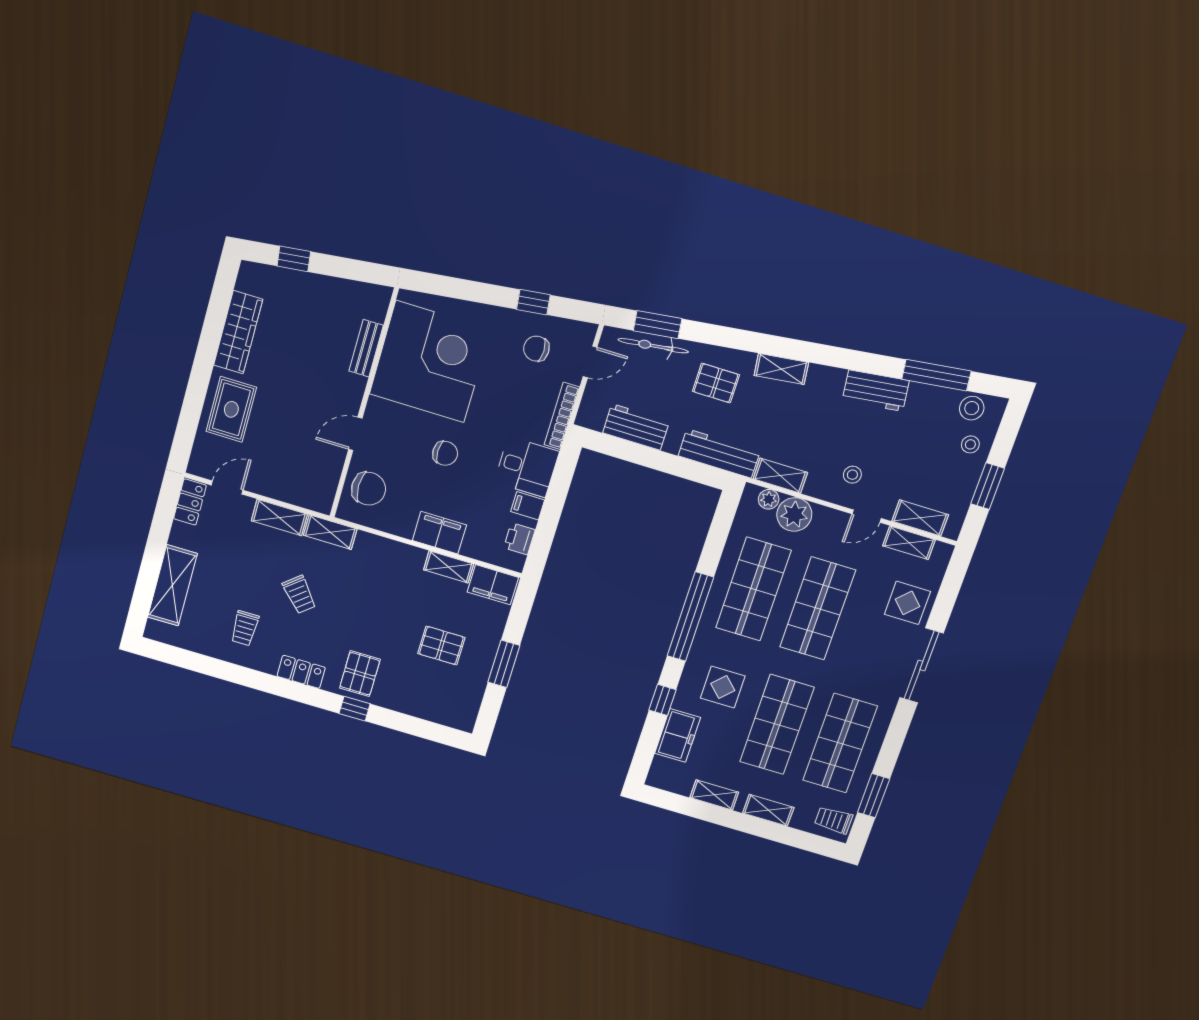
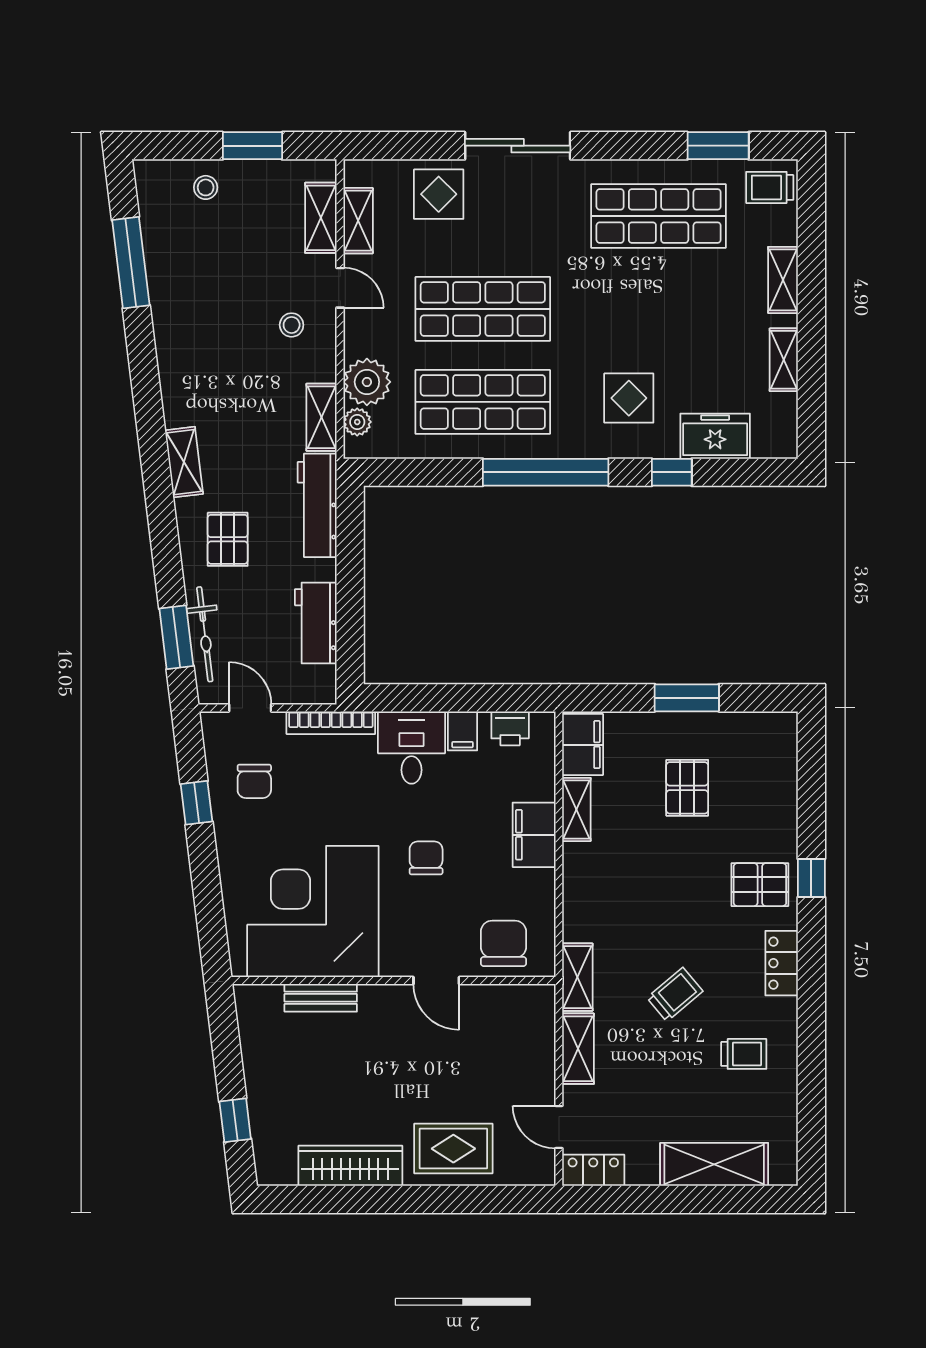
workbench: (876, 391) -> (174, 333), removed
stool: (972, 408) -> (159, 203), removed
shop shelf: (777, 724) -> (659, 309), removed
trolley: (834, 820) -> (770, 187), turned 90

